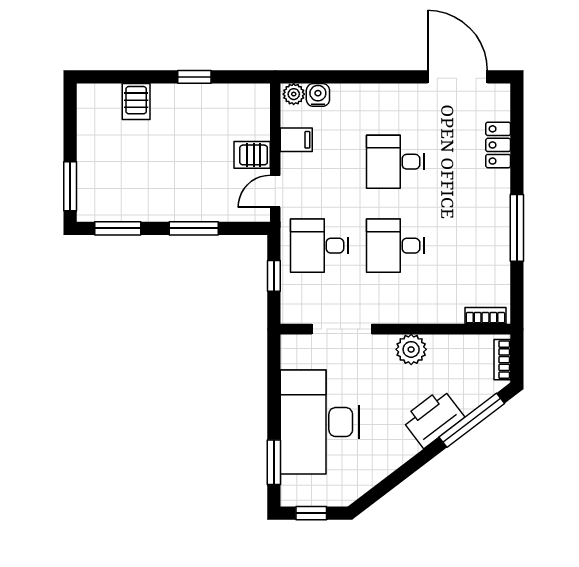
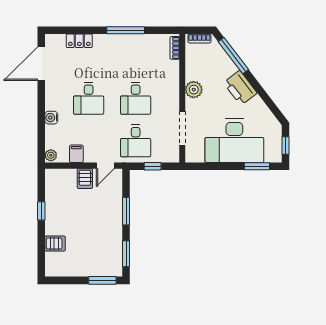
water cooler: (318, 95) -> (51, 118), moved
door: (275, 191) -> (105, 166), hinge flipped
printer: (433, 418) -> (240, 88), moved

